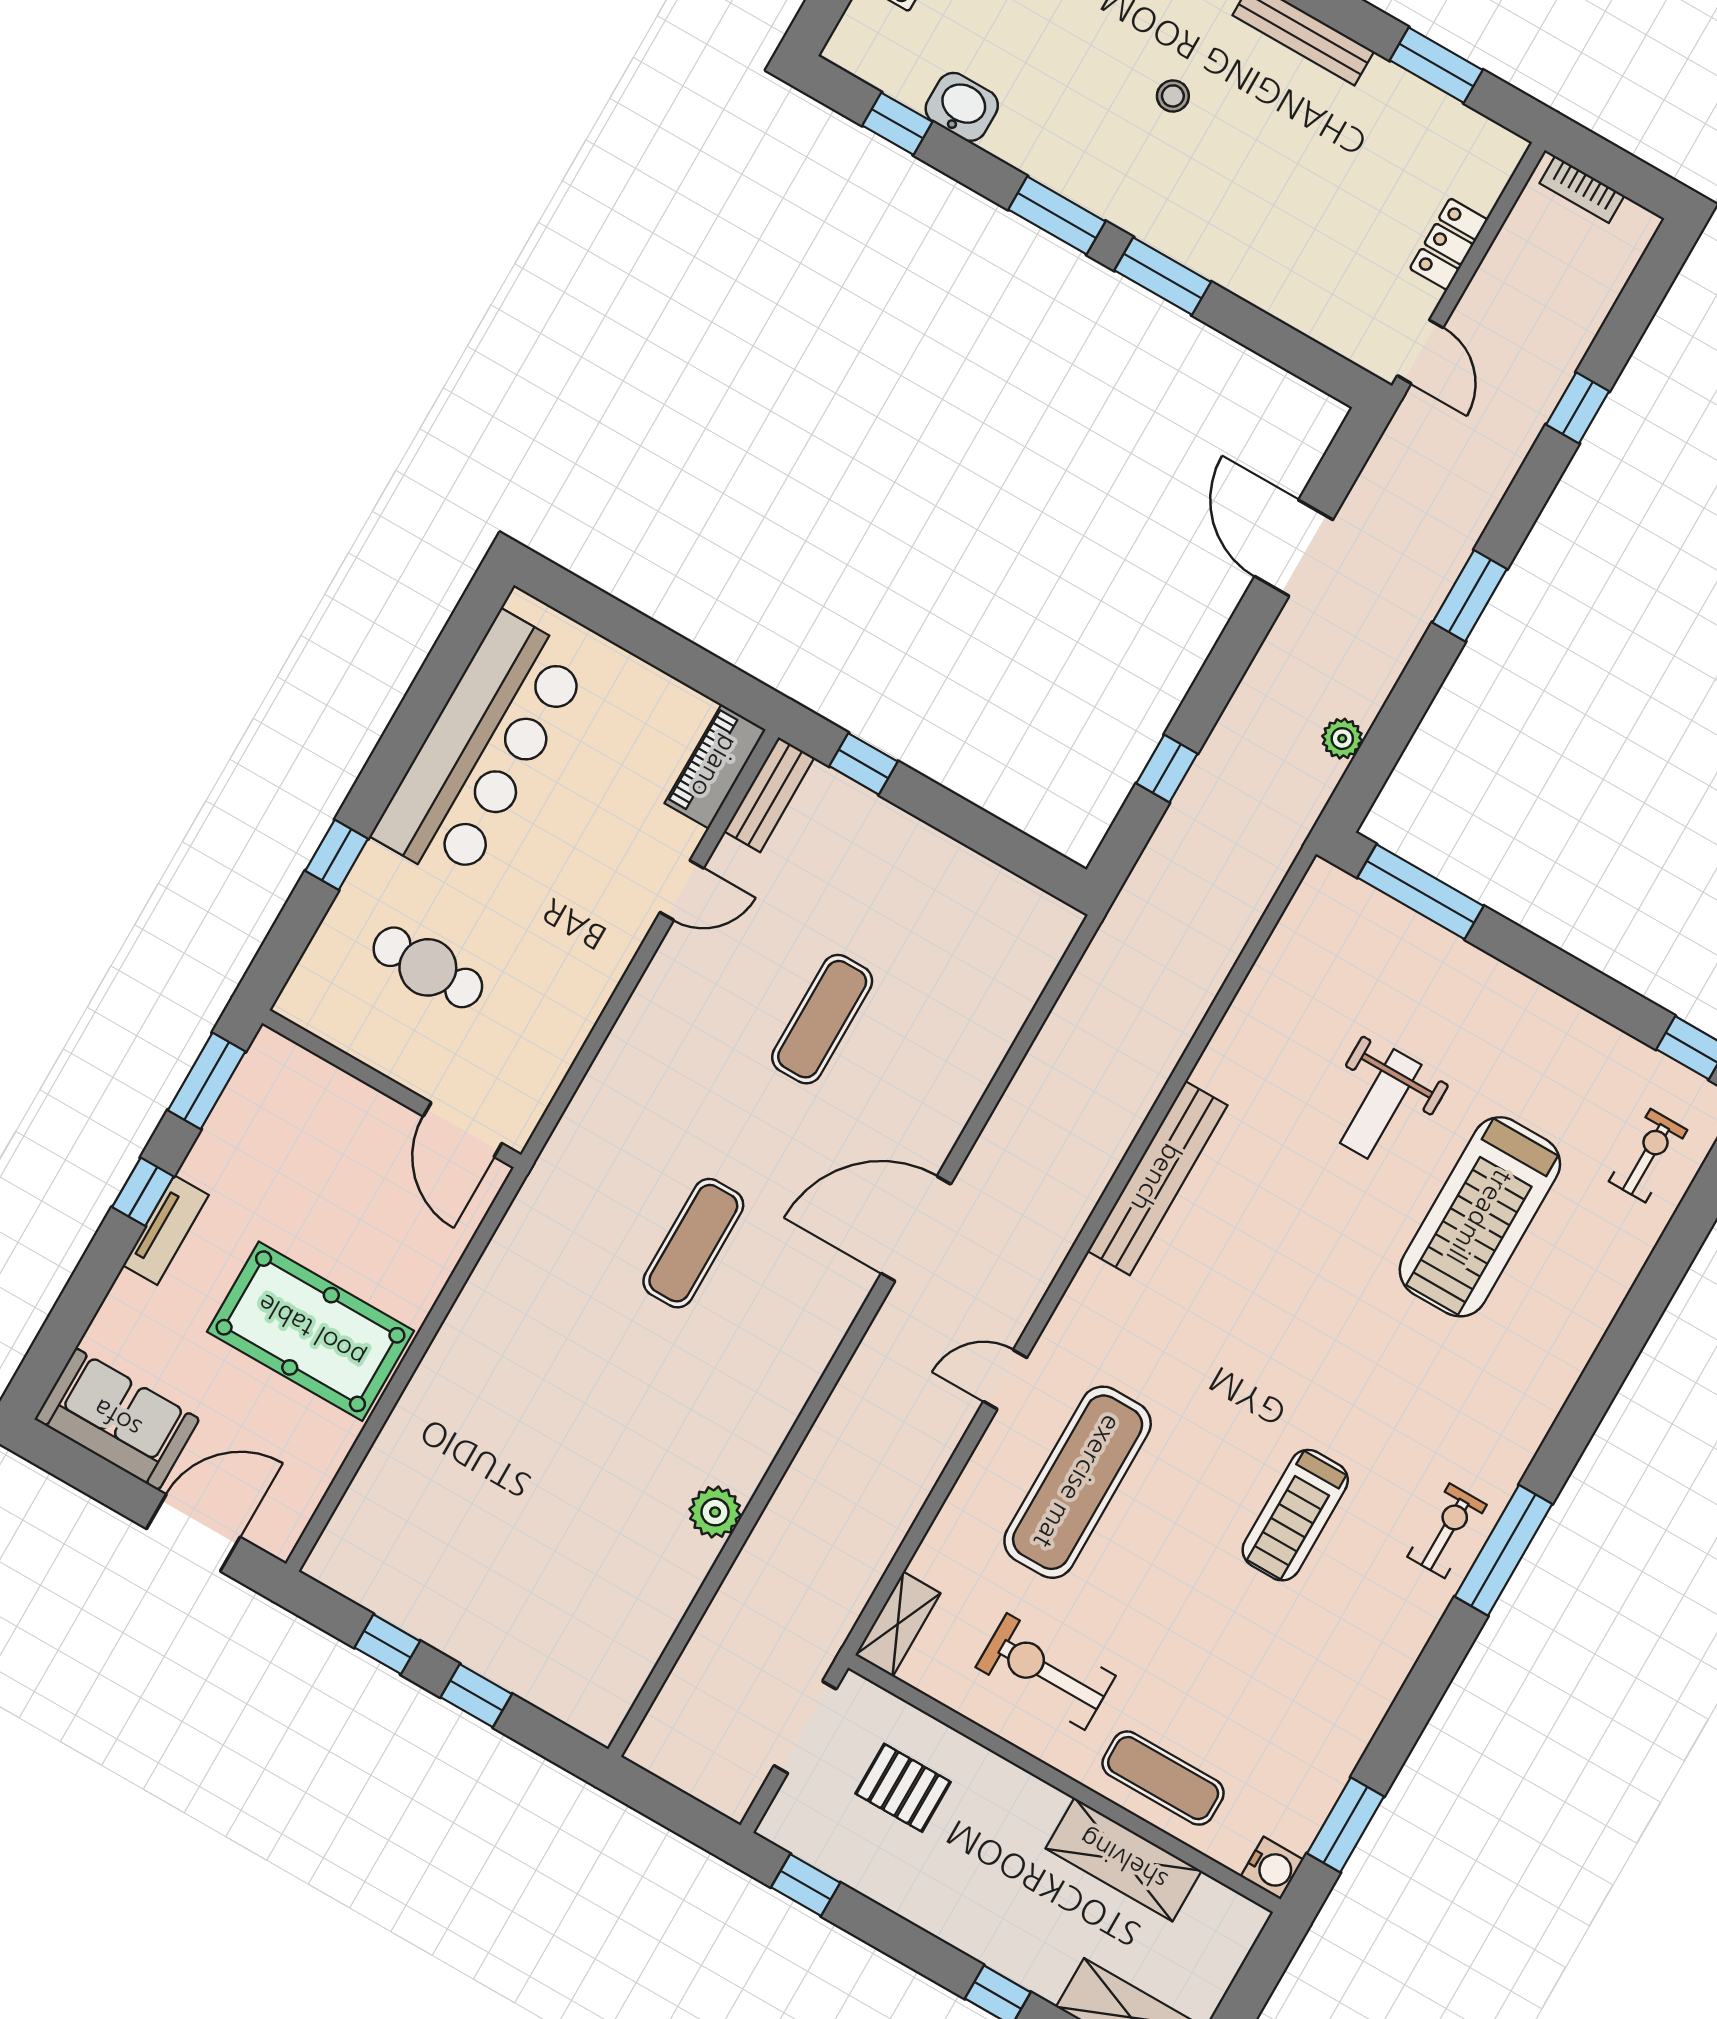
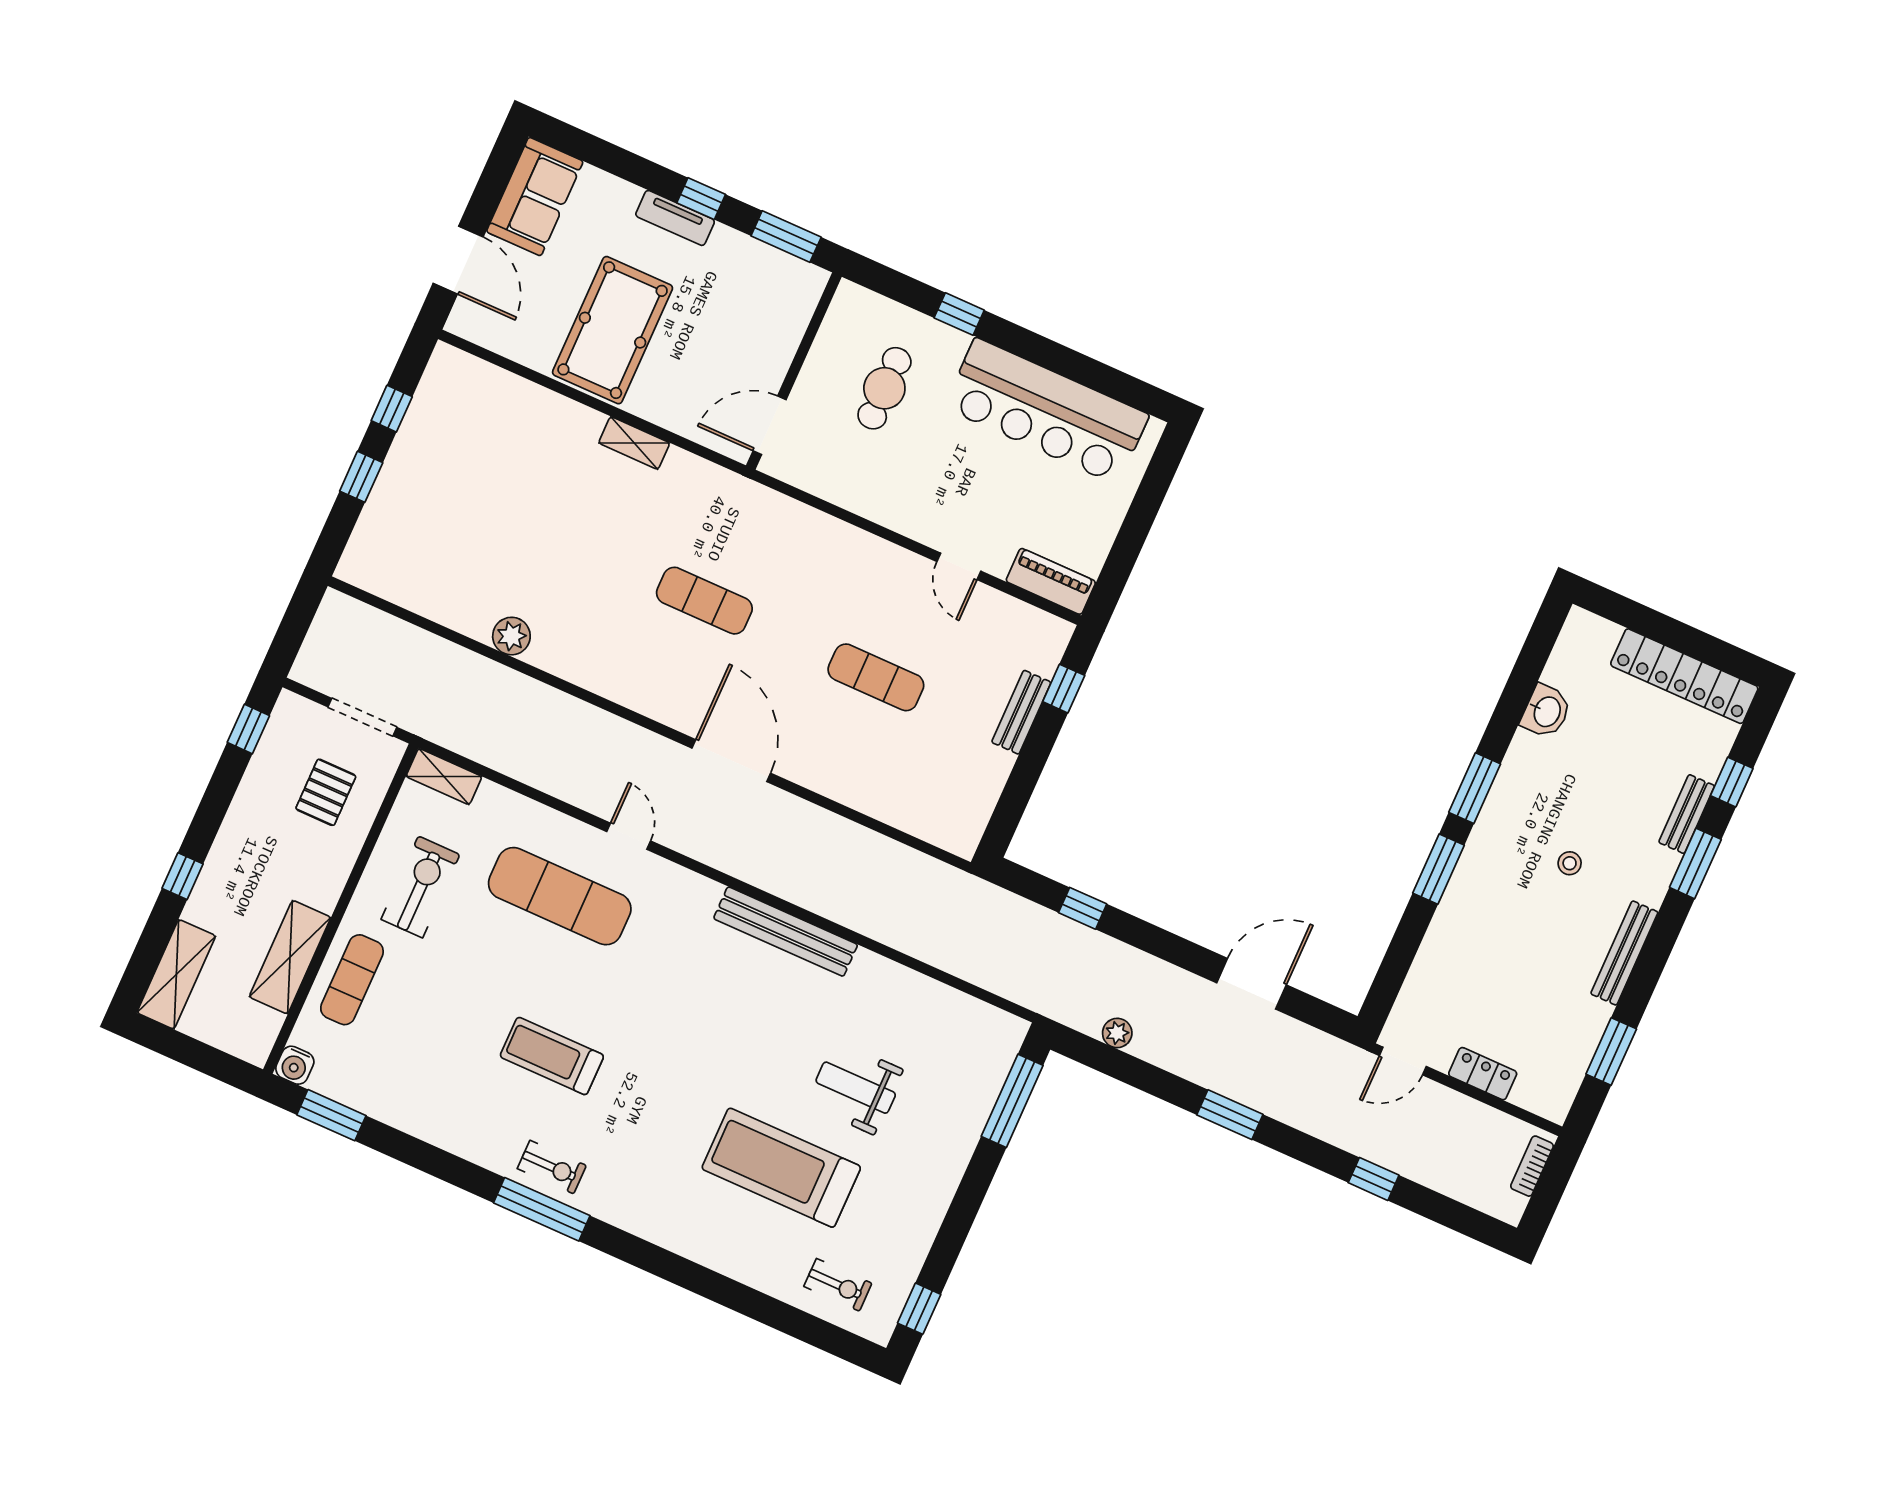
window: (897, 124) -> (1529, 666), removed
bench: (769, 795) -> (1021, 712), moved, turned 90
shelving: (468, 1317) -> (634, 443), added

